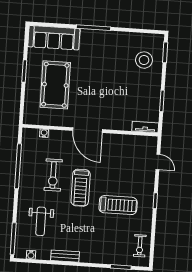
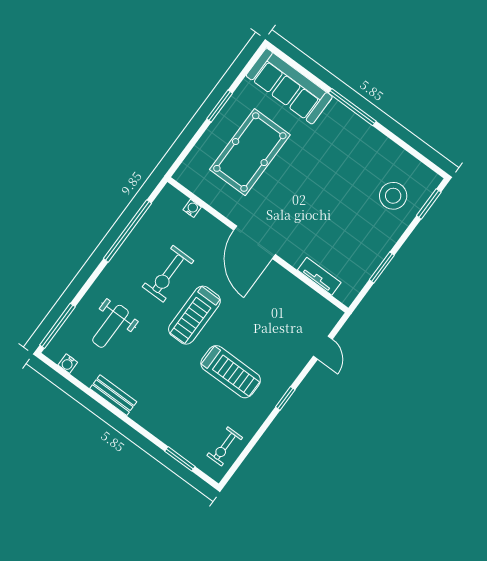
tv unit: (145, 127) -> (319, 276), moved

